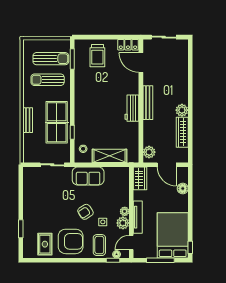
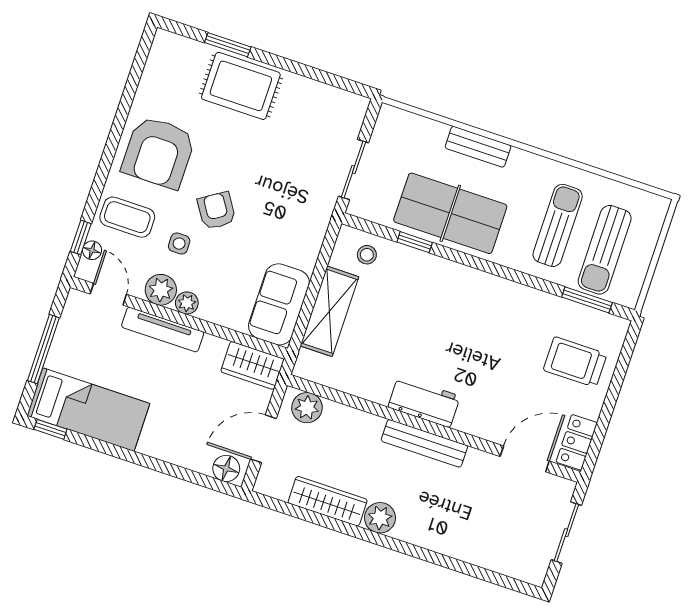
sofa: (88, 176) -> (279, 304), moved
floor lamp: (183, 188) -> (226, 468), moved
bed: (173, 235) -> (88, 410), width x0.67
rug: (45, 244) -> (241, 86), moved, width x1.36, depth x1.43

